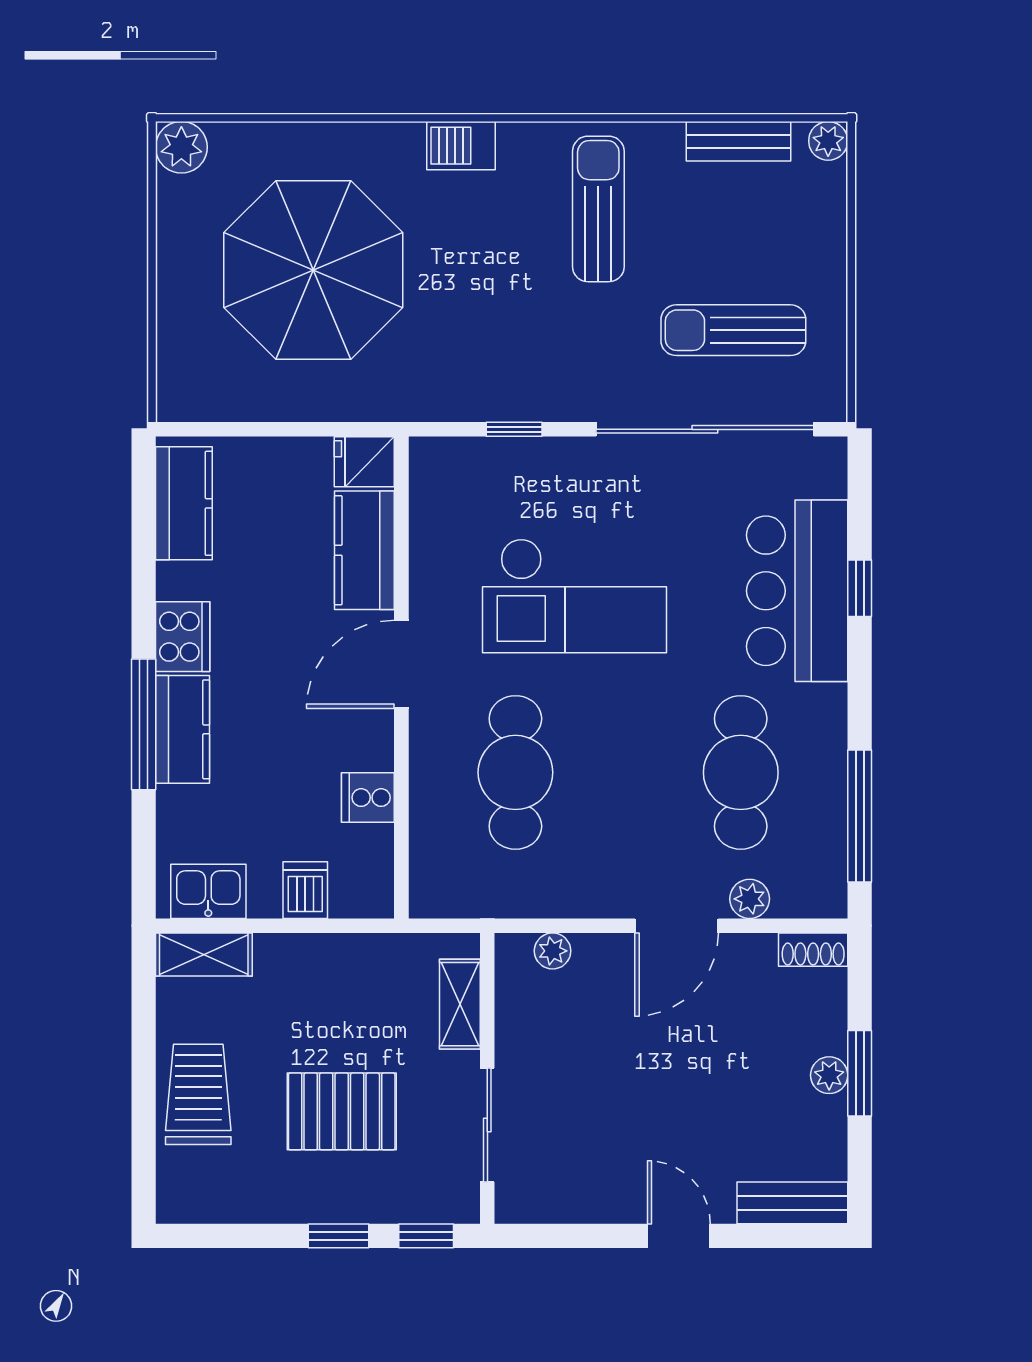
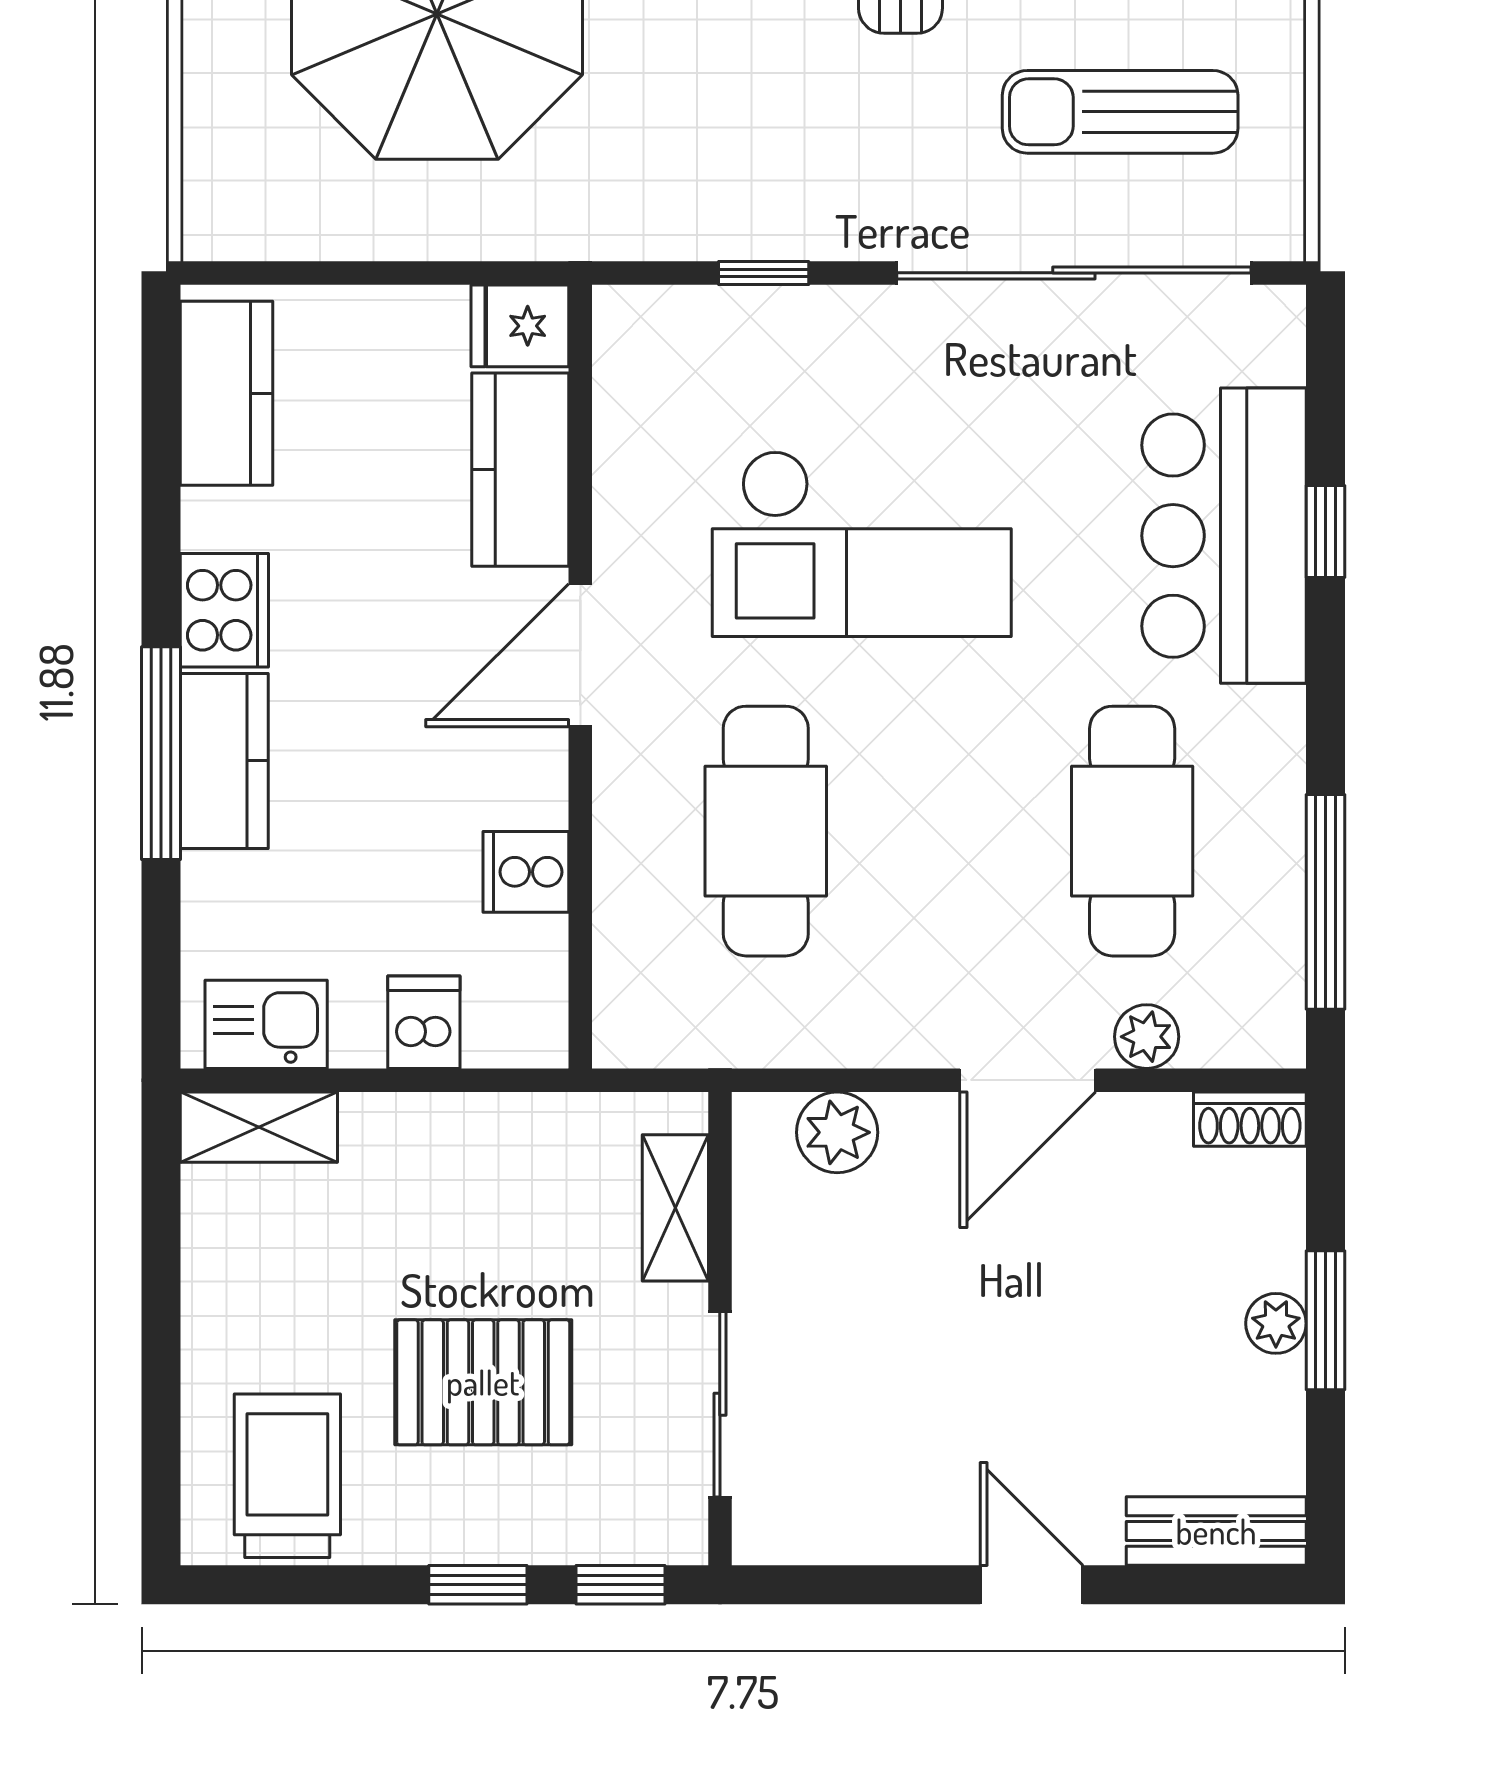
plant: (553, 951) -> (837, 1132), width x1.38, depth x1.38
trolley: (198, 1094) -> (287, 1476), moved

